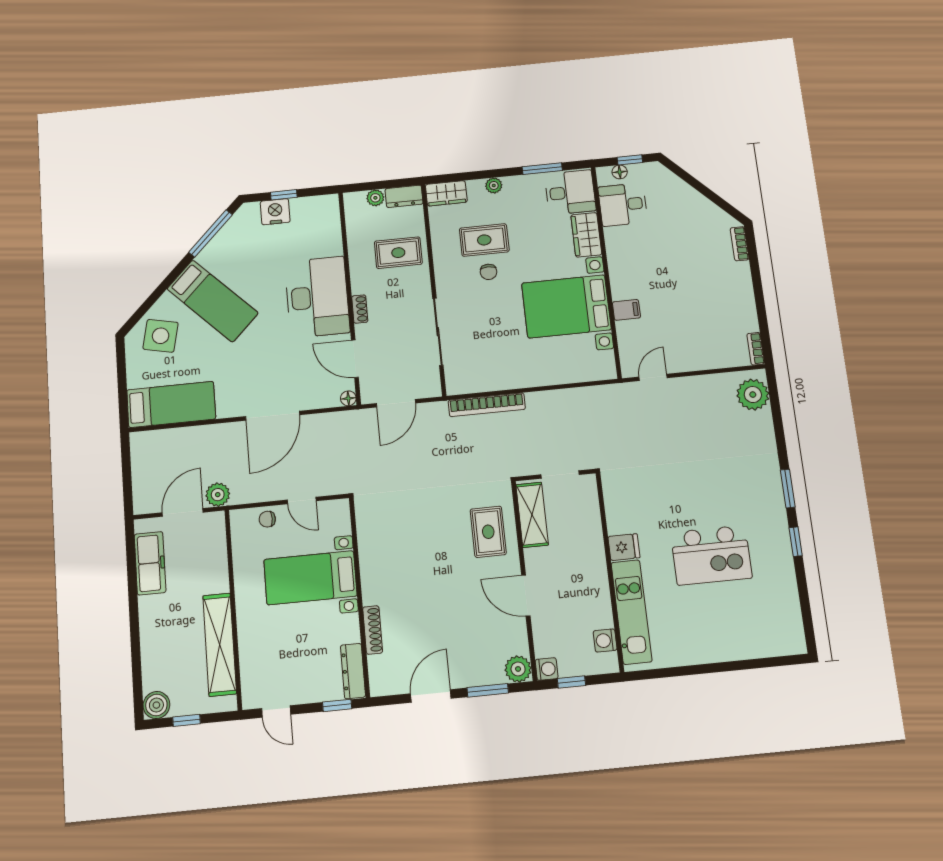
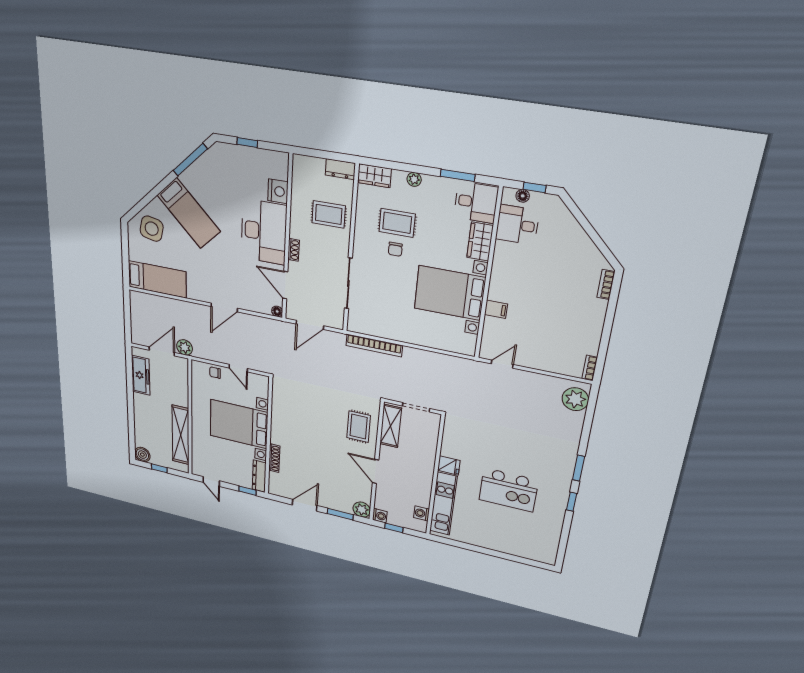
plant: (375, 198) -> (318, 164), removed
nightstand: (275, 212) -> (278, 191), moved, turned 90
door: (273, 416) -> (224, 307), width x0.73
bed with nightstands: (310, 578) -> (239, 424), width x1.36

